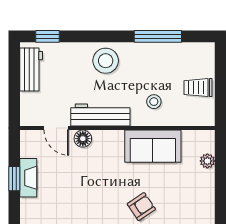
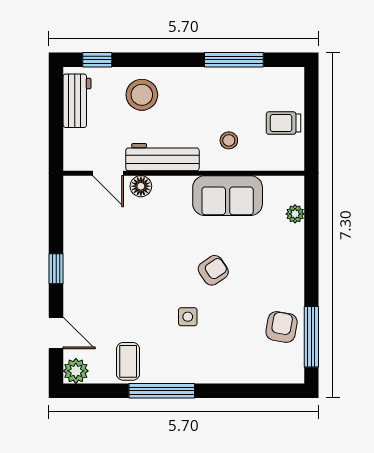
stool: (106, 61) -> (142, 95), moved
fireplace: (28, 178) -> (73, 235), removed
window: (14, 179) -> (56, 269), moved

